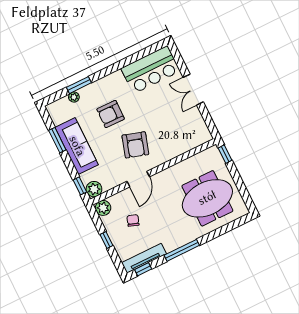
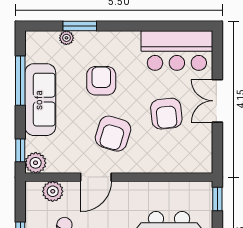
armchair: (111, 114) -> (101, 81), turned 89
armchair: (164, 115) -> (166, 114), added
window: (57, 140) -> (20, 81), width x1.44
plant: (103, 208) -> (53, 191), moved

